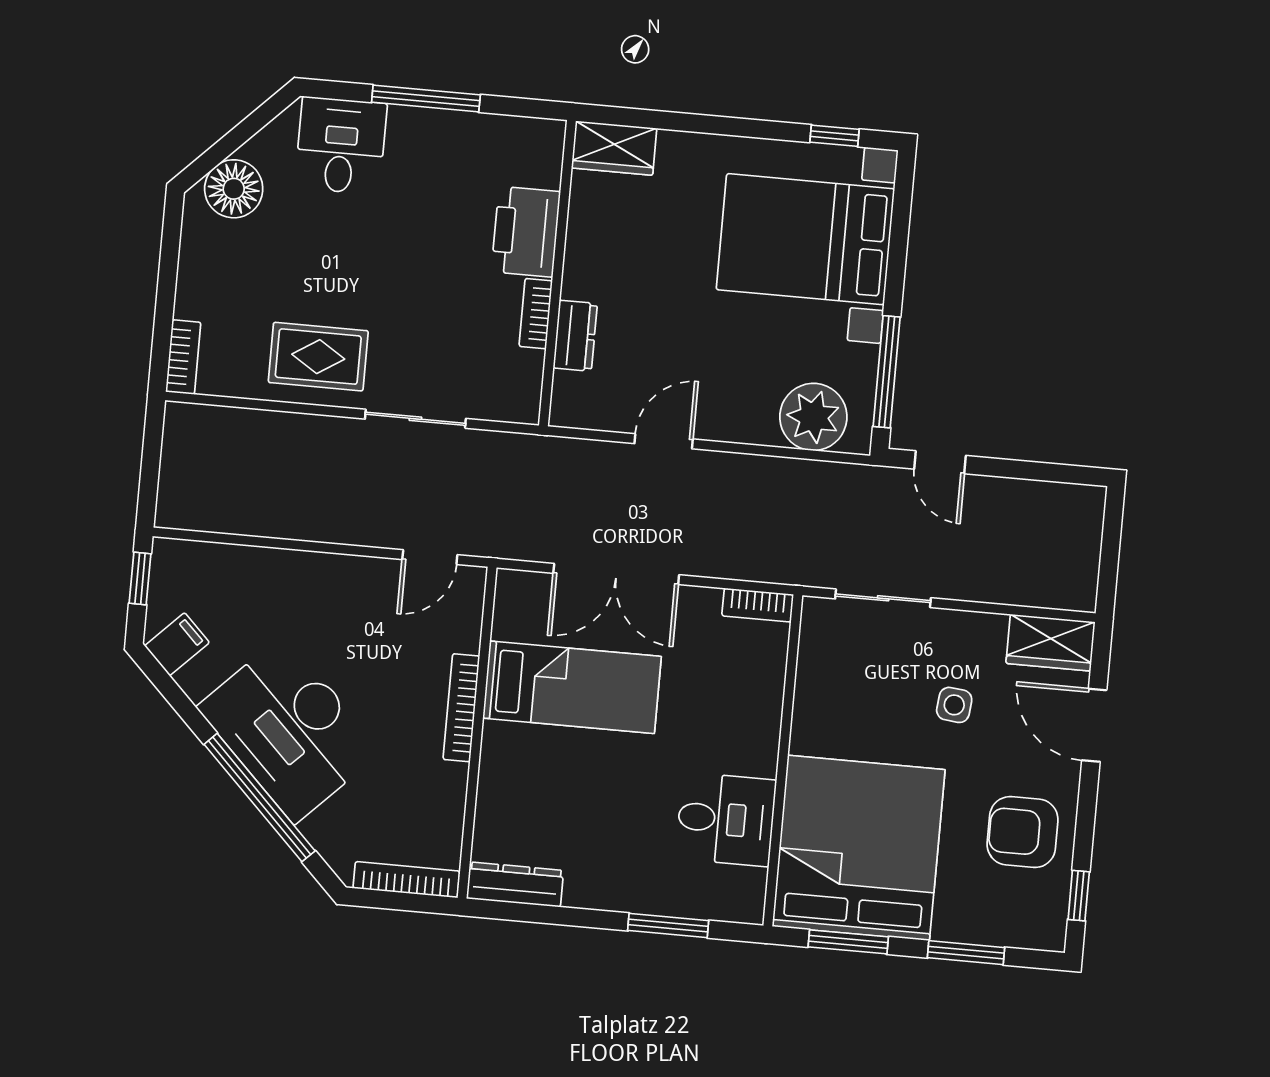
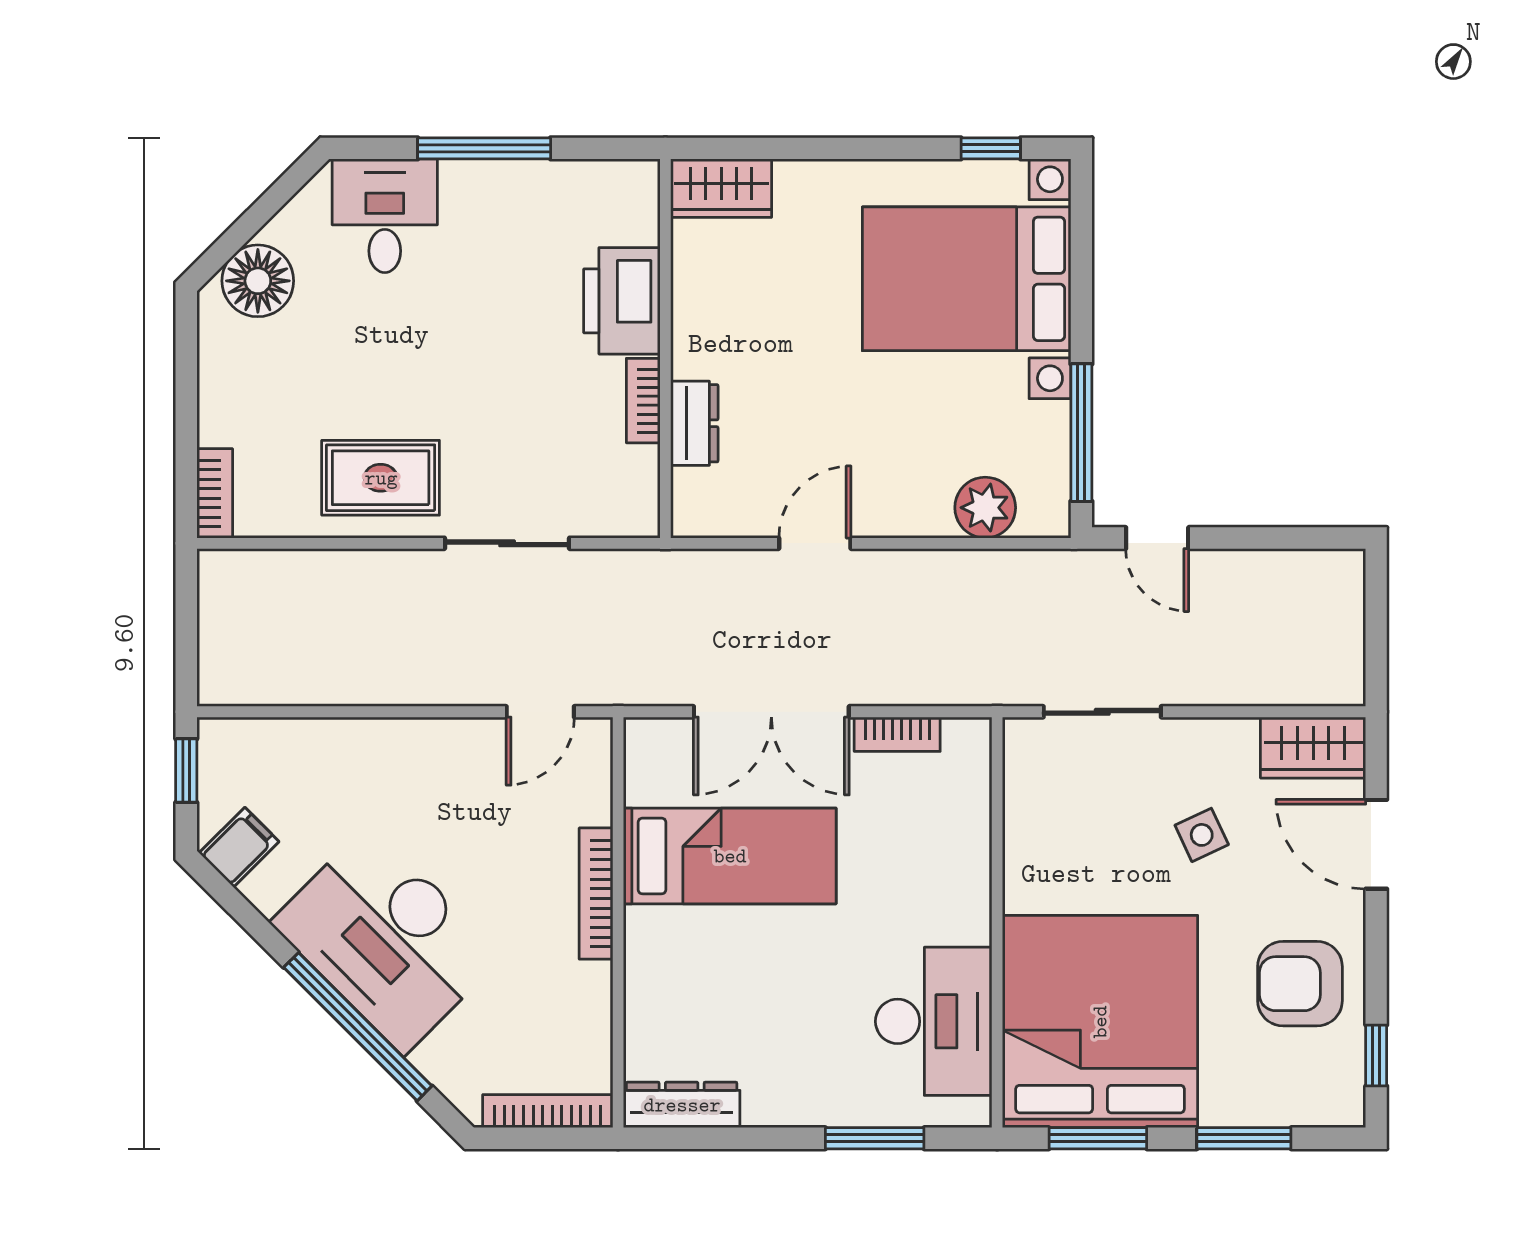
plant: (813, 417) -> (985, 508), width x0.73, depth x0.73
bookcase: (758, 605) -> (897, 734), moved
side table: (954, 705) -> (1202, 835), turned -31
desk: (726, 819) -> (934, 1021), width x1.37

